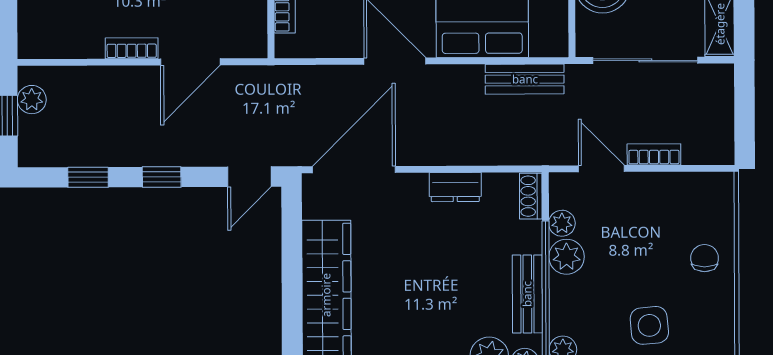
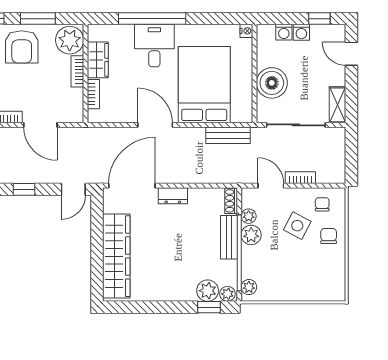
door: (190, 62) -> (40, 125), hinge flipped
dresser: (455, 187) -> (173, 196), moved
chair: (693, 202) -> (322, 204), added
bench: (527, 294) -> (229, 237), moved
side table: (649, 325) -> (297, 226), moved, turned 33

